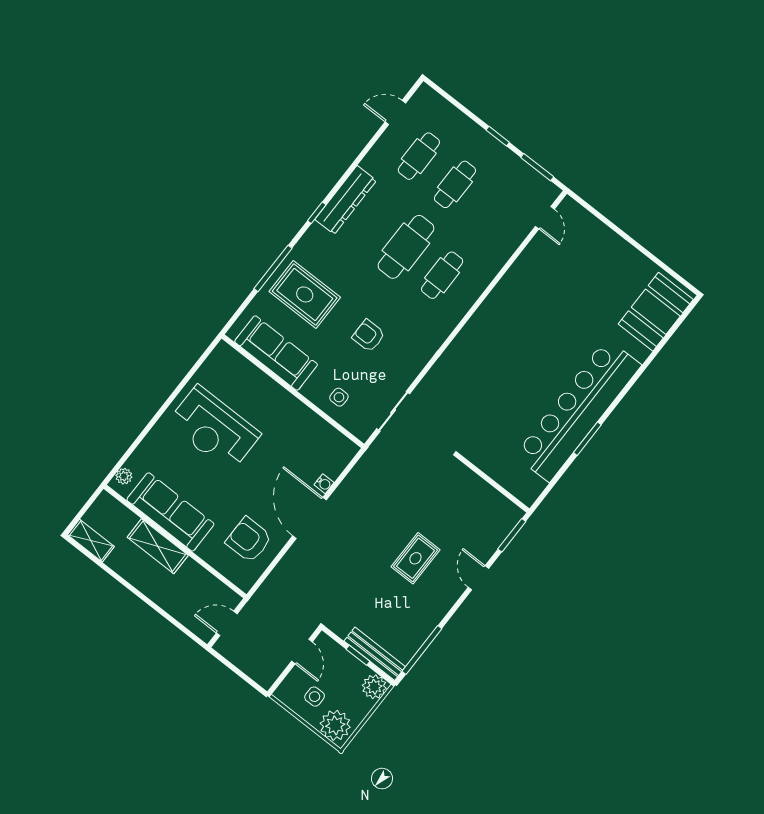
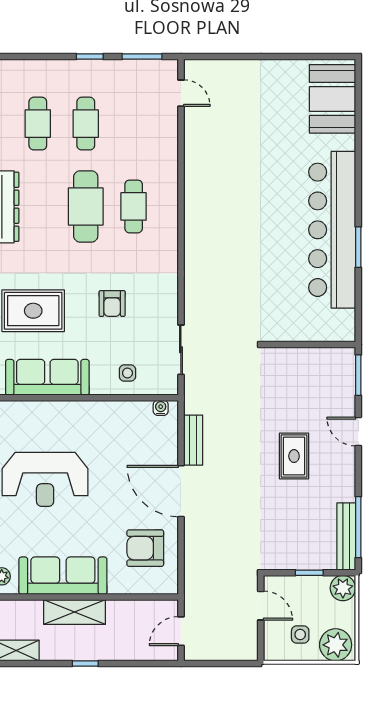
armchair: (369, 336) -> (112, 303), turned -90
water cooler: (324, 484) -> (161, 408), moved, turned -90
bench: (349, 487) -> (193, 440), added
window: (135, 591) -> (85, 664), added
bench: (375, 654) -> (346, 536), moved, turned 90

